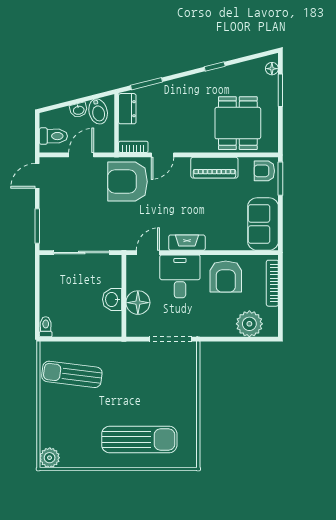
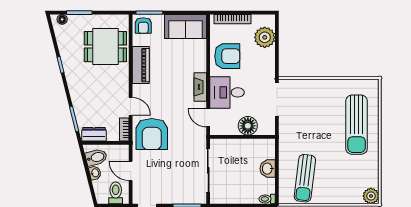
washbasin: (112, 299) -> (268, 169), moved, turned 90
sun lounger: (139, 439) -> (357, 125), turned 180

